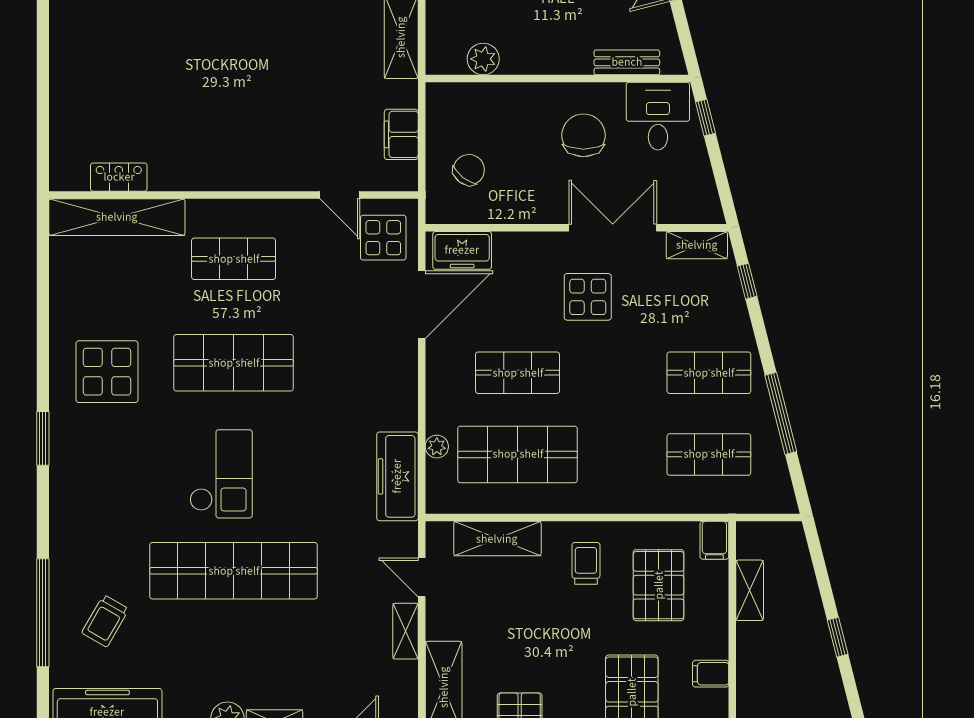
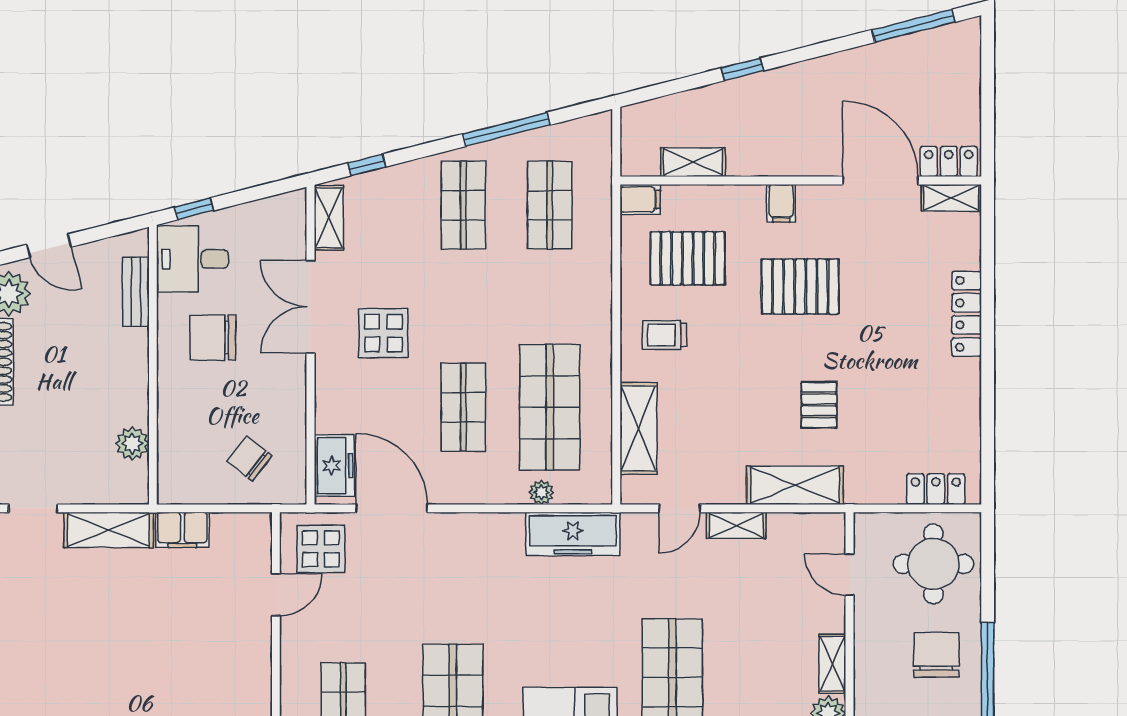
filing cabinet: (401, 134) -> (182, 530), moved

